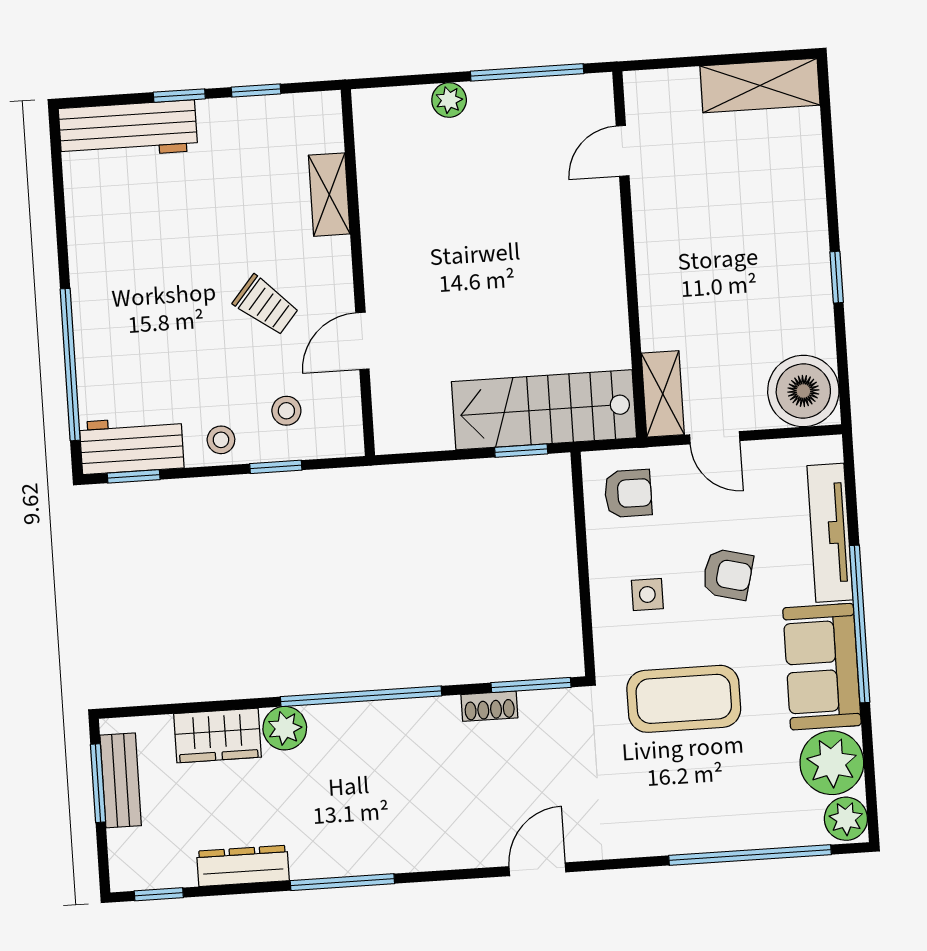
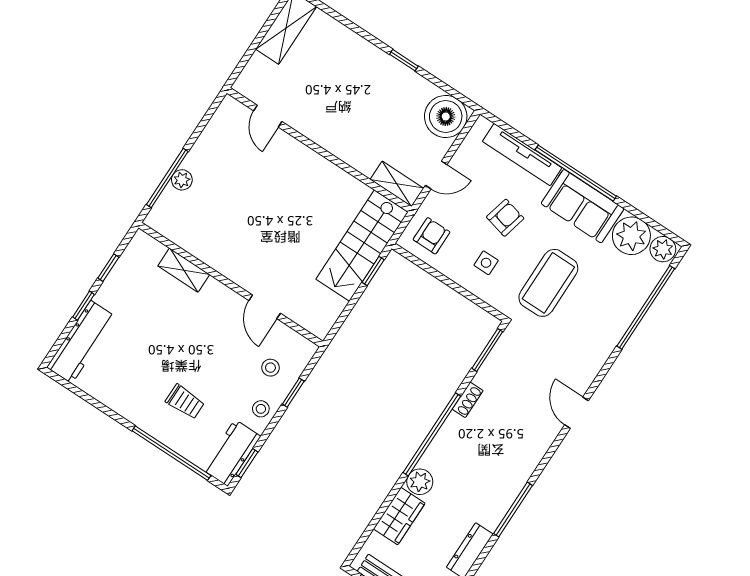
window: (527, 72) -> (167, 178), moved
trolley: (266, 305) -> (185, 402), moved, turned 50
shoe rack: (489, 706) -> (468, 400), moved

